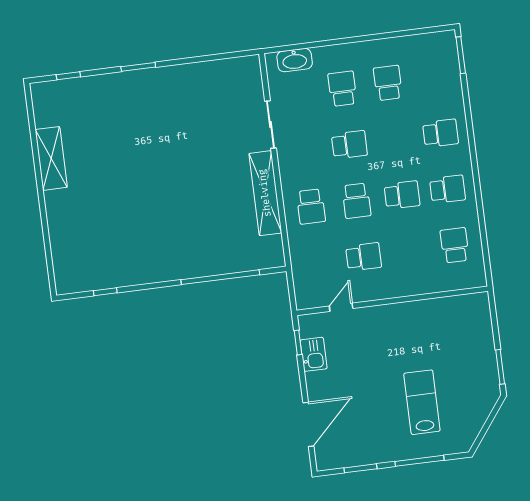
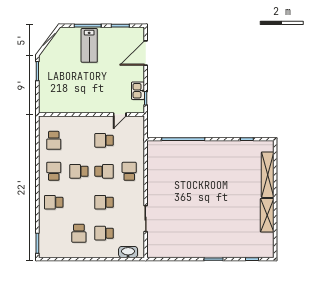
school desk: (342, 89) -> (104, 233), turned 90
school desk: (448, 189) -> (54, 171), turned 90
shelving: (265, 193) -> (268, 175), moved
school desk: (356, 201) -> (104, 171), turned 90
lab bench: (422, 402) -> (89, 45), moved

